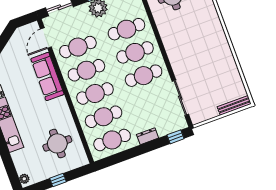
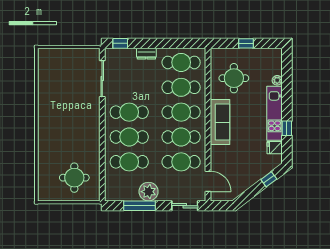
door: (46, 38) -> (208, 181), hinge flipped
sofa: (47, 76) -> (220, 122), moved
bench: (234, 105) -> (54, 53), removed
plant: (24, 179) -> (277, 80), moved

